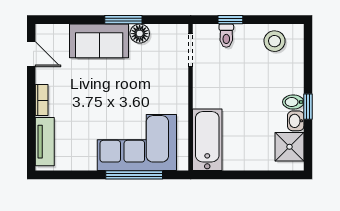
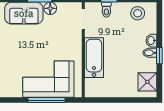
washbasin: (296, 121) -> (151, 41), moved
bathtub: (207, 140) -> (94, 58), moved

